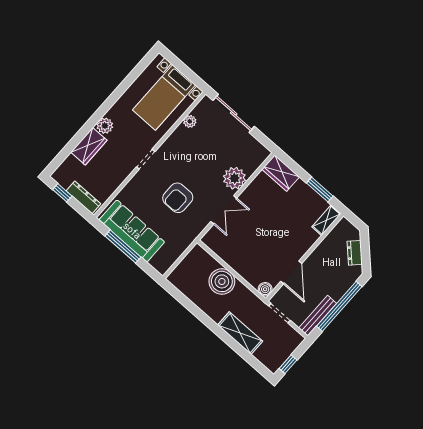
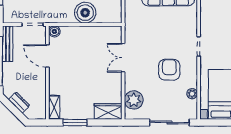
plant: (234, 178) -> (134, 100), moved
armchair: (178, 198) -> (169, 70), moved

